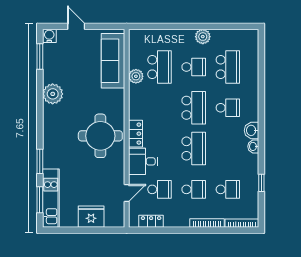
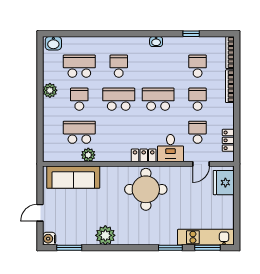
washbasin: (251, 130) -> (53, 43), moved
door: (127, 193) -> (201, 164), swing flipped
fridge: (91, 217) -> (224, 183), moved

